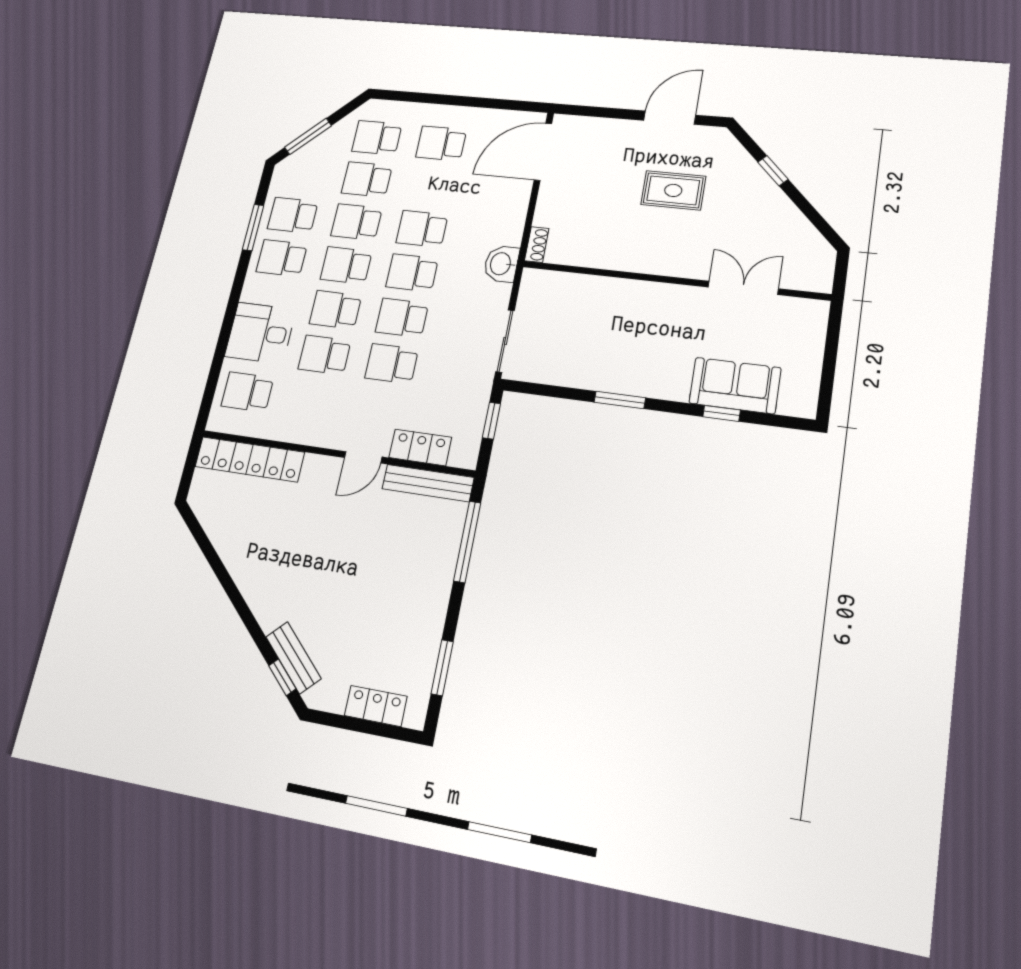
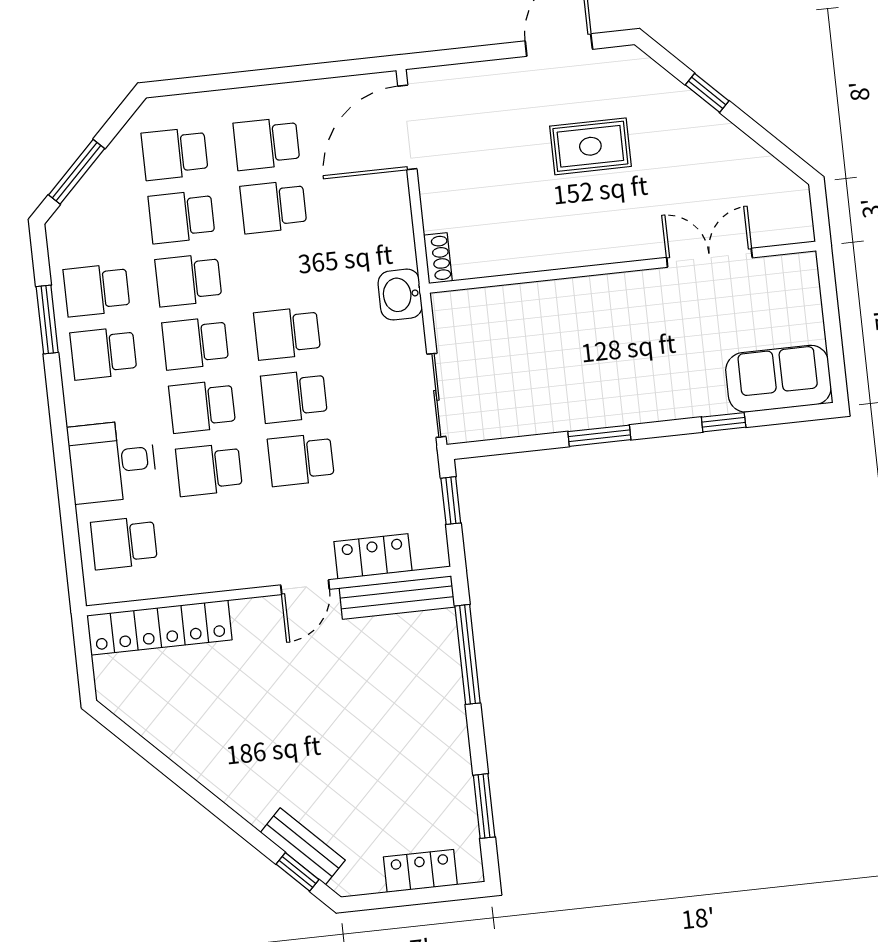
school desk: (422, 229) -> (273, 207), moved
sofa: (735, 385) -> (778, 379), moved

